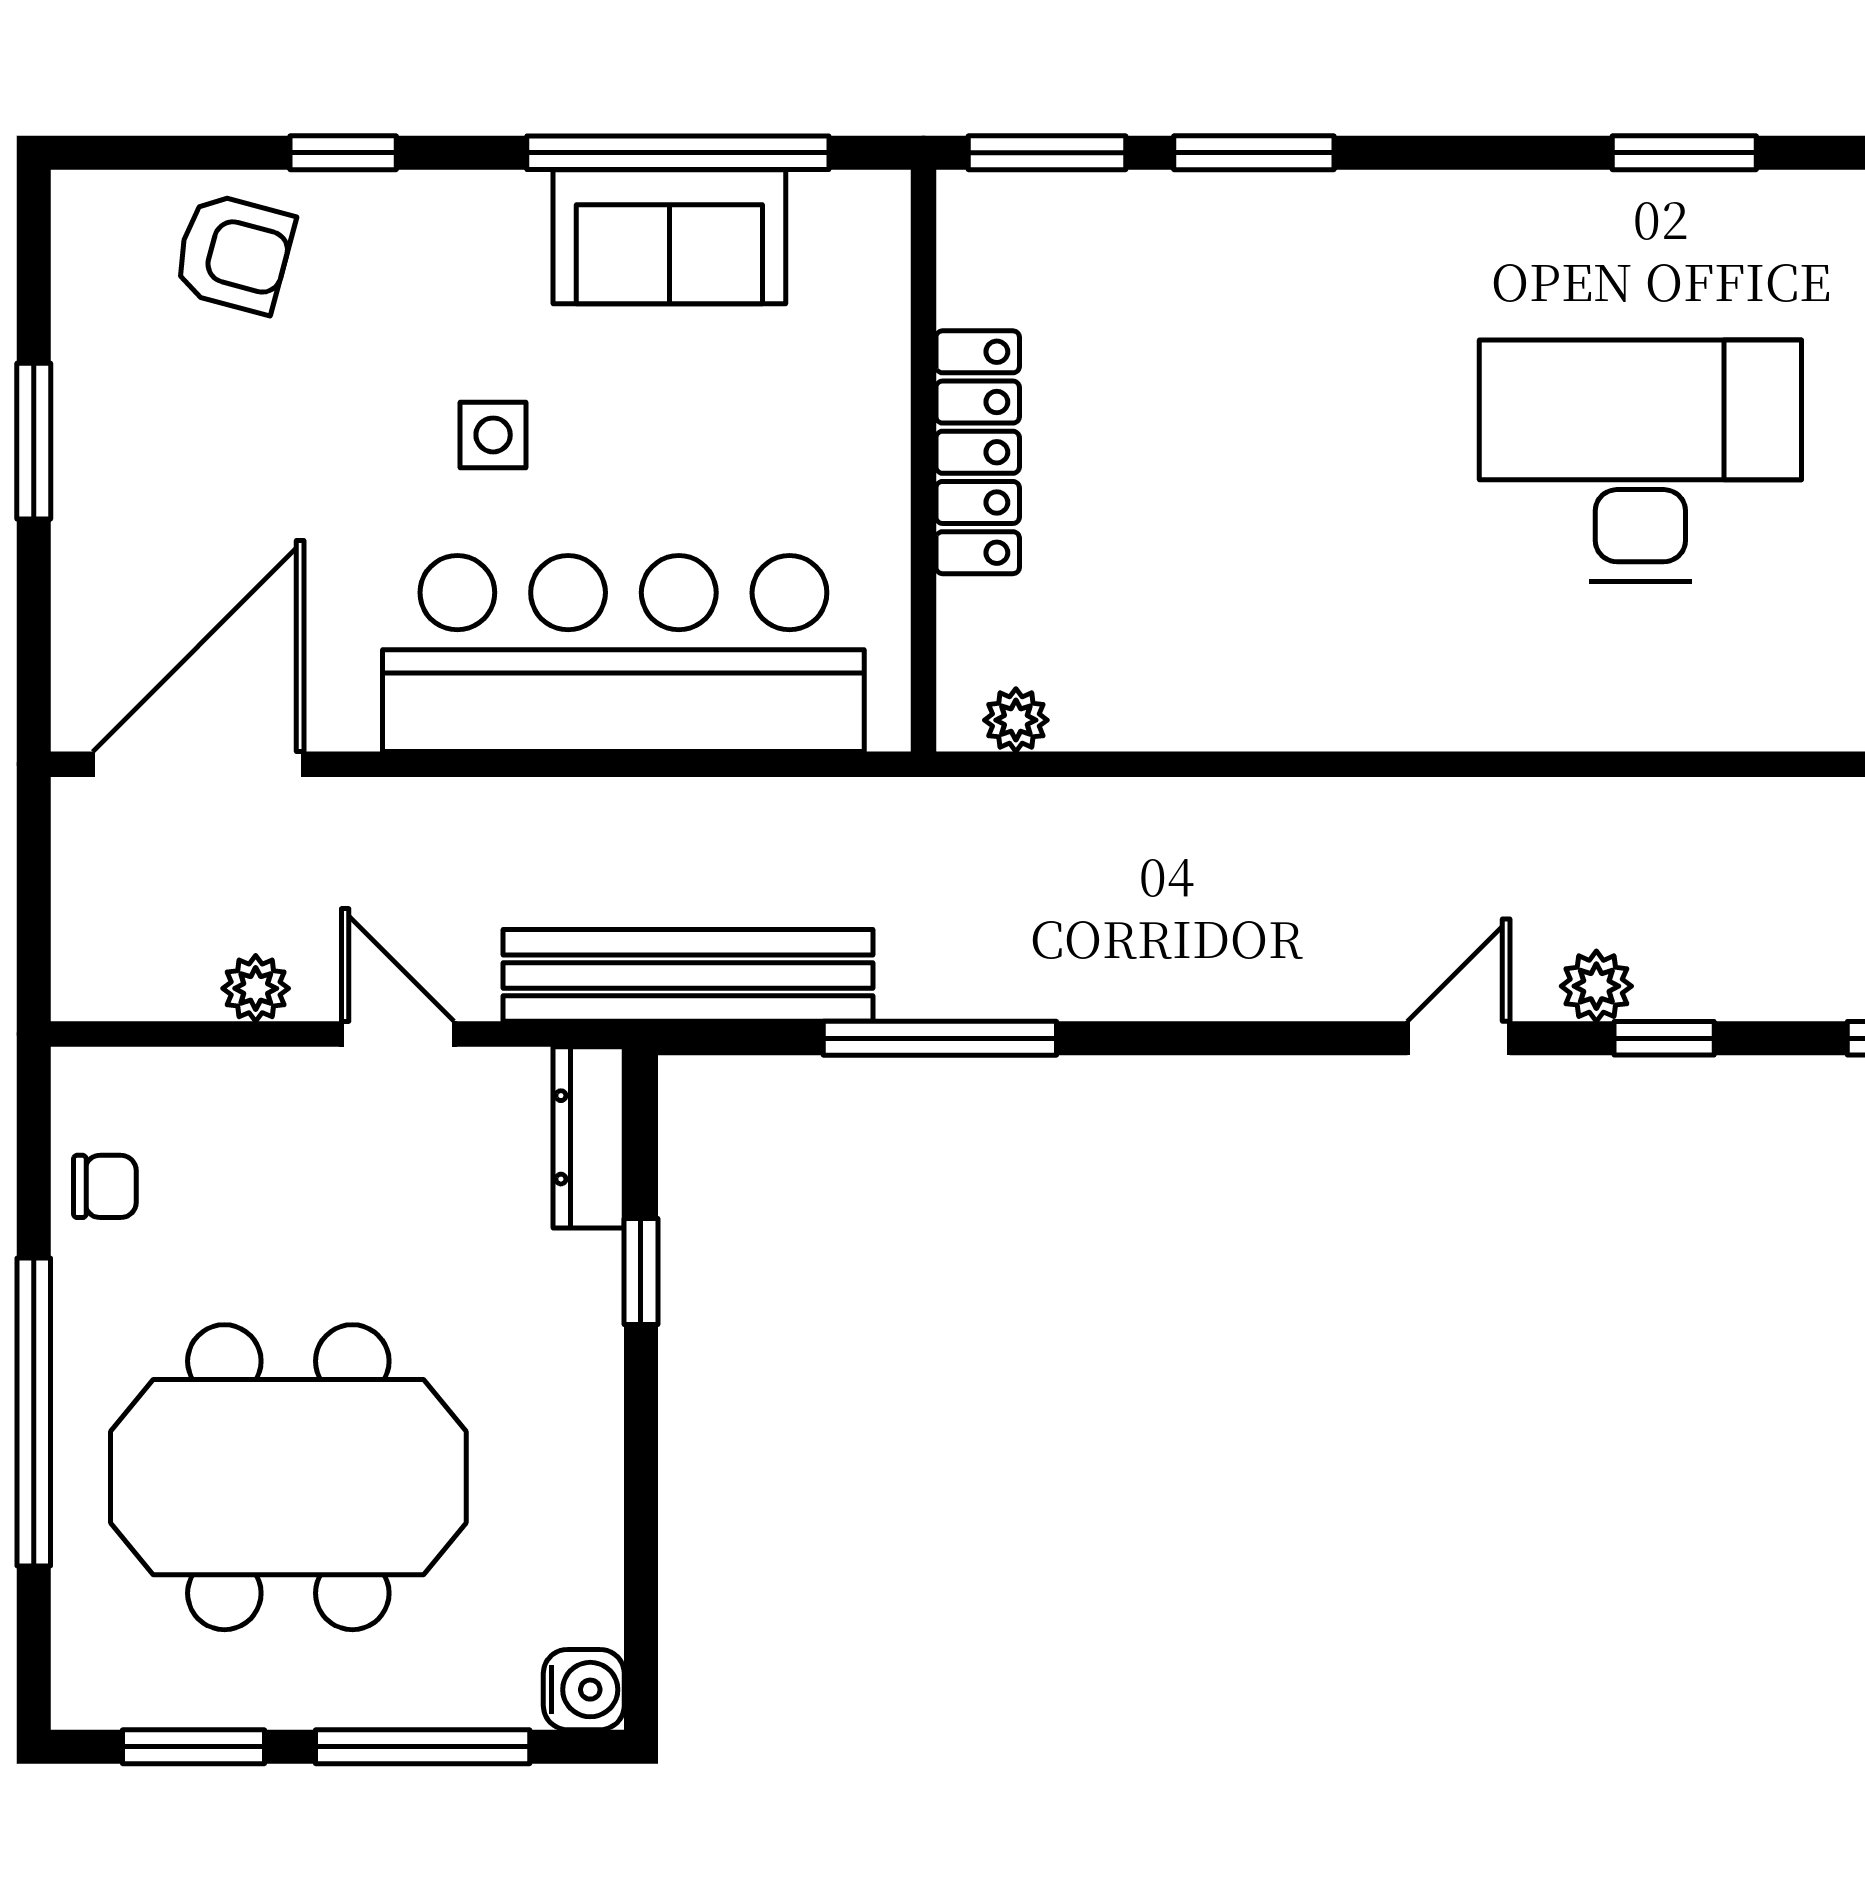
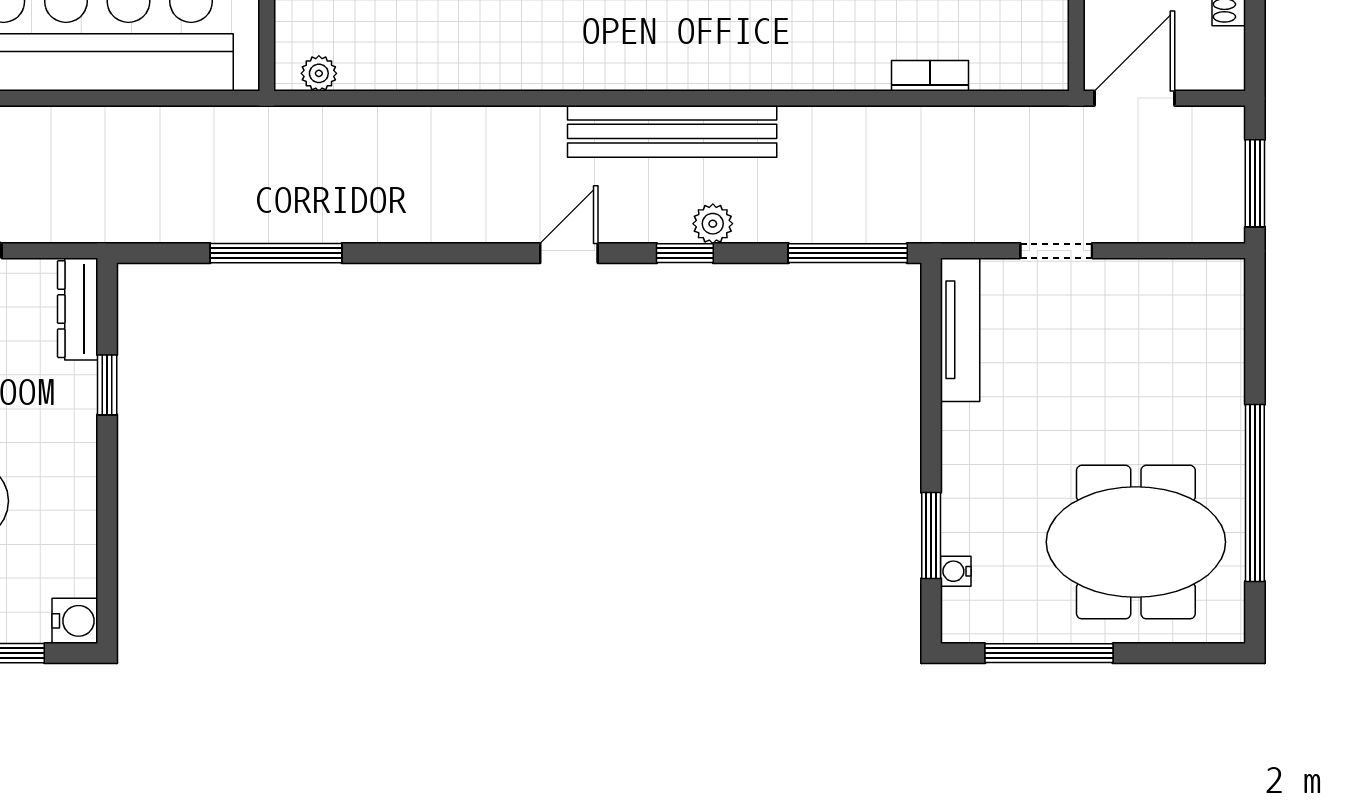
bench: (688, 975) -> (672, 131), moved
plant: (1596, 986) -> (713, 224), moved

